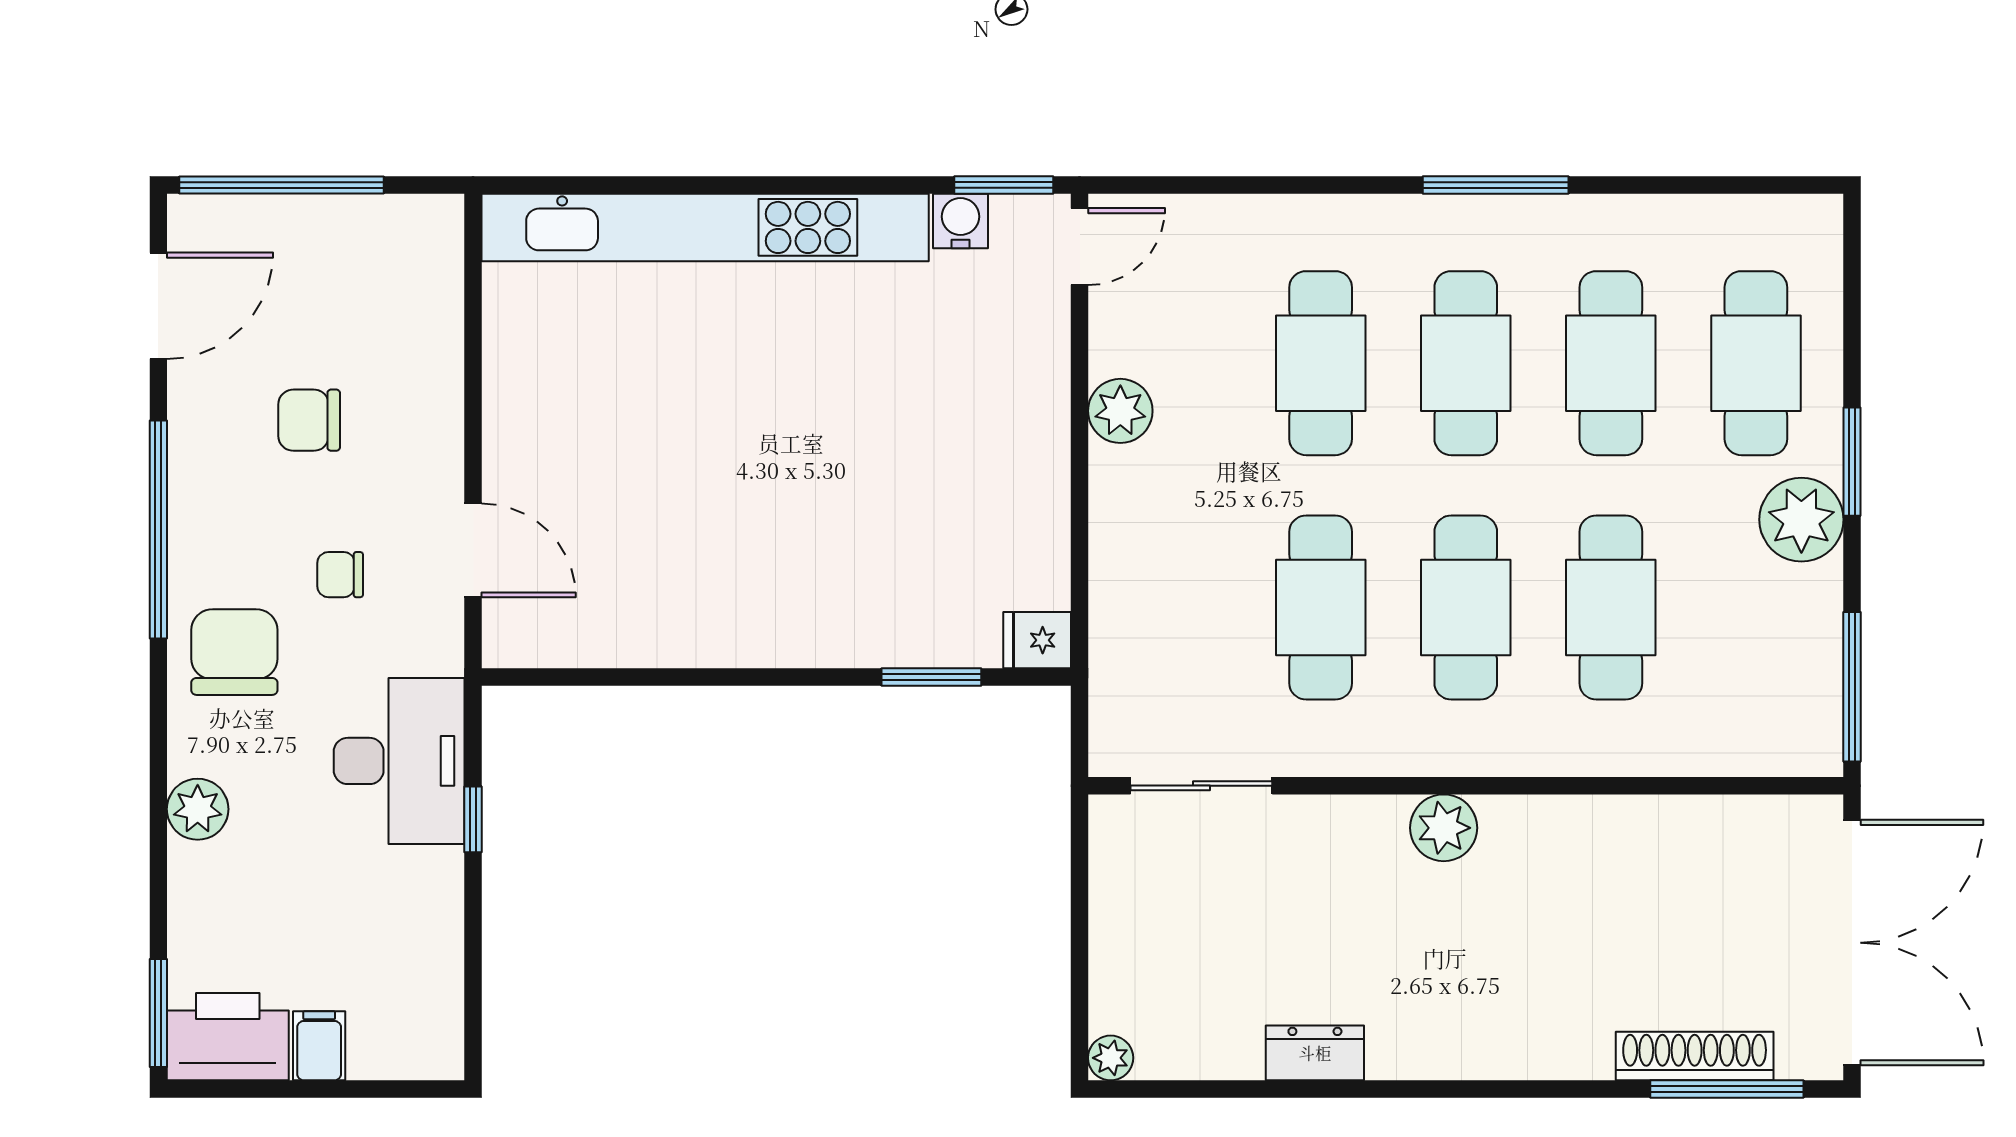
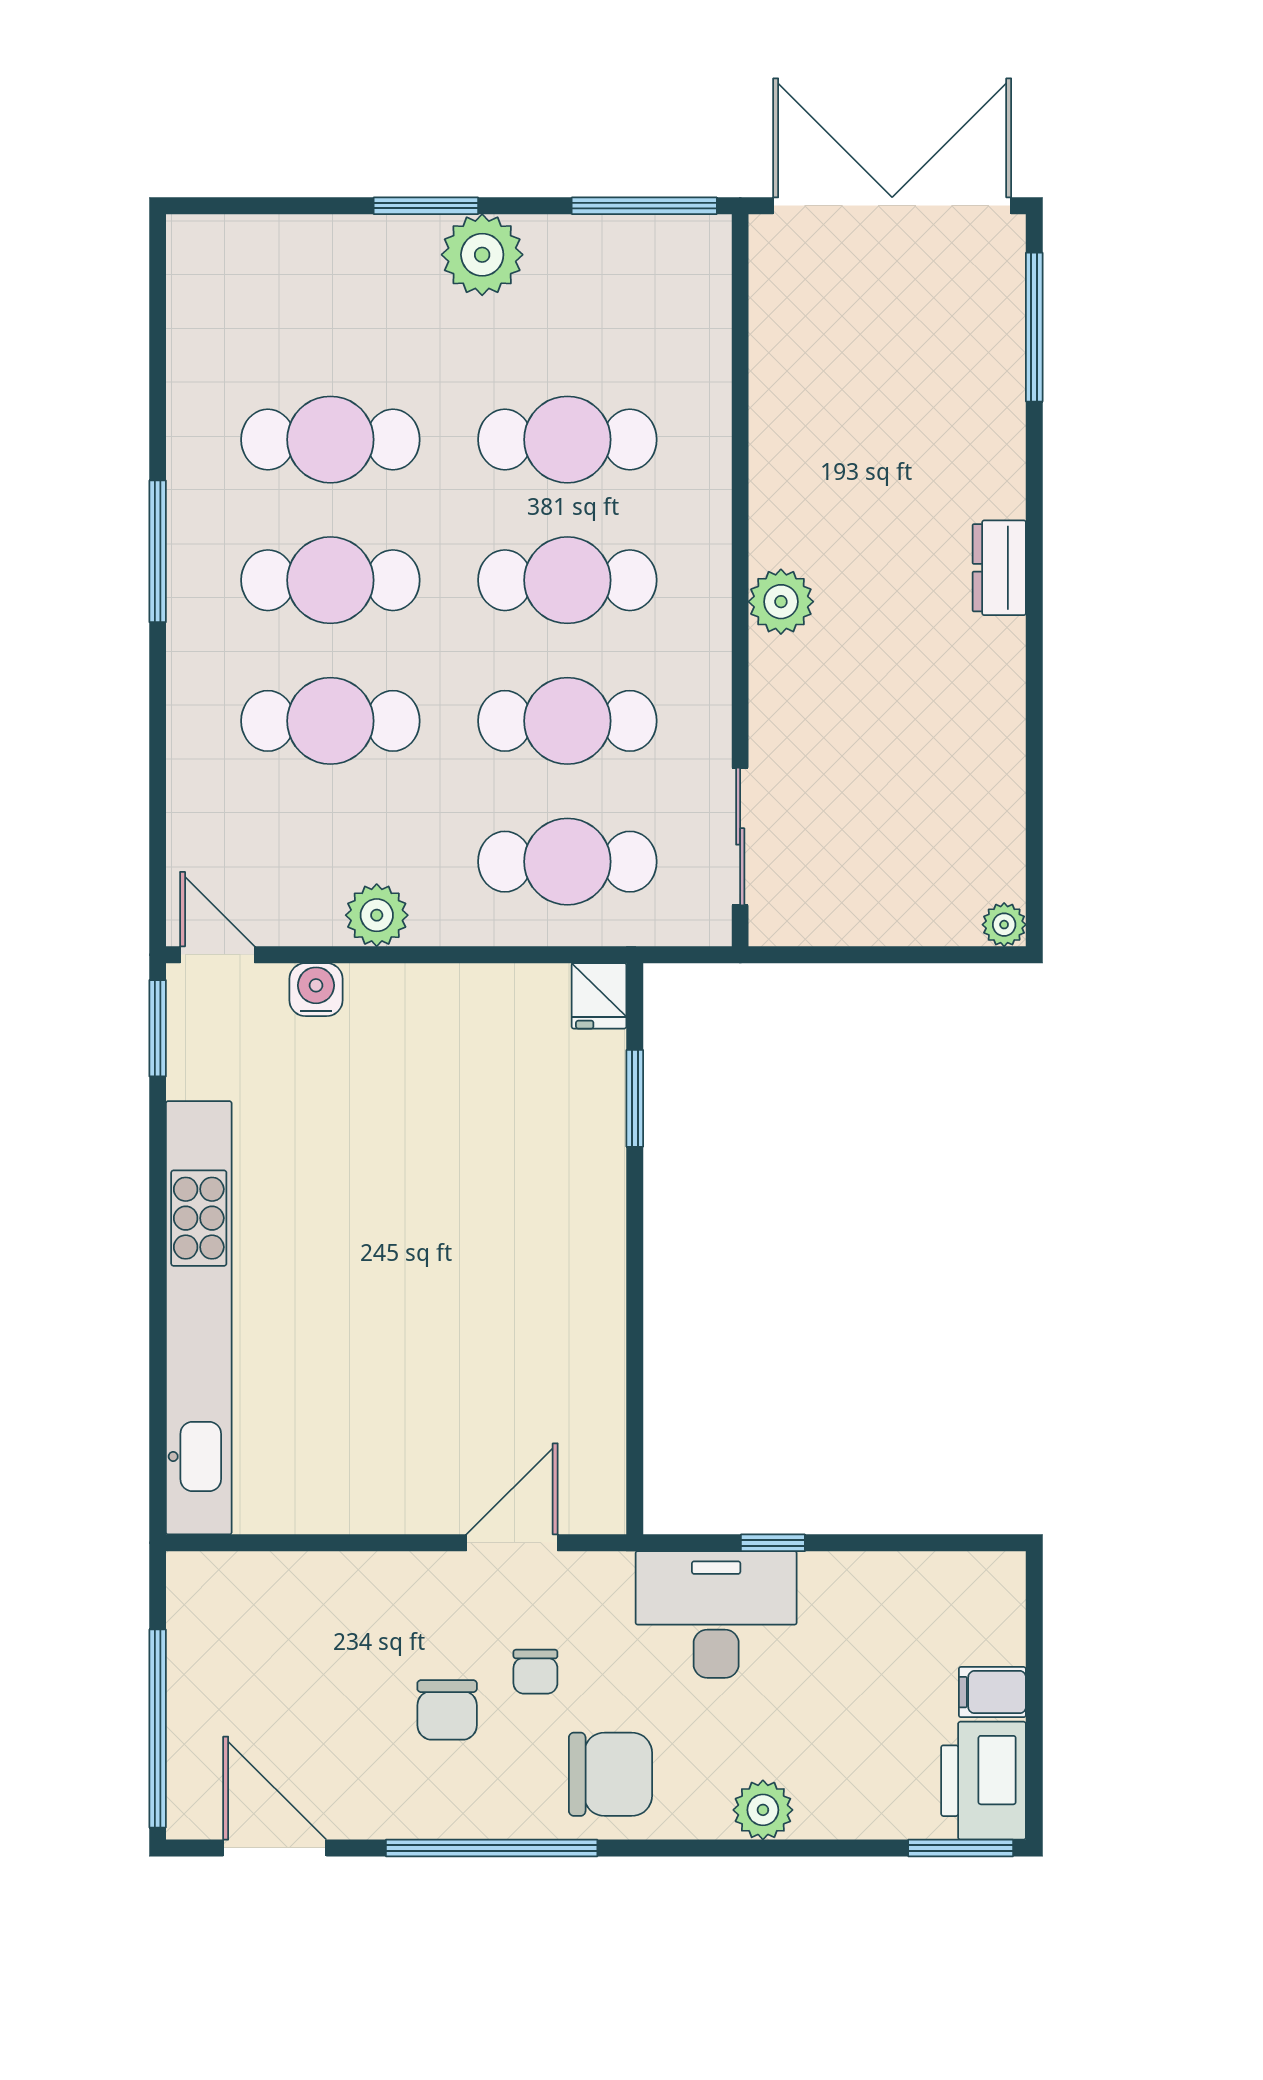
water cooler: (960, 221) -> (316, 990), moved, turned 90
cafe table: (1756, 363) -> (567, 862), moved
chair: (309, 420) -> (447, 1710), moved
chair: (234, 652) -> (611, 1774), turned 180
dresser: (1315, 1053) -> (999, 568), moved
shoe rack: (1695, 1056) -> (1002, 358), removed

